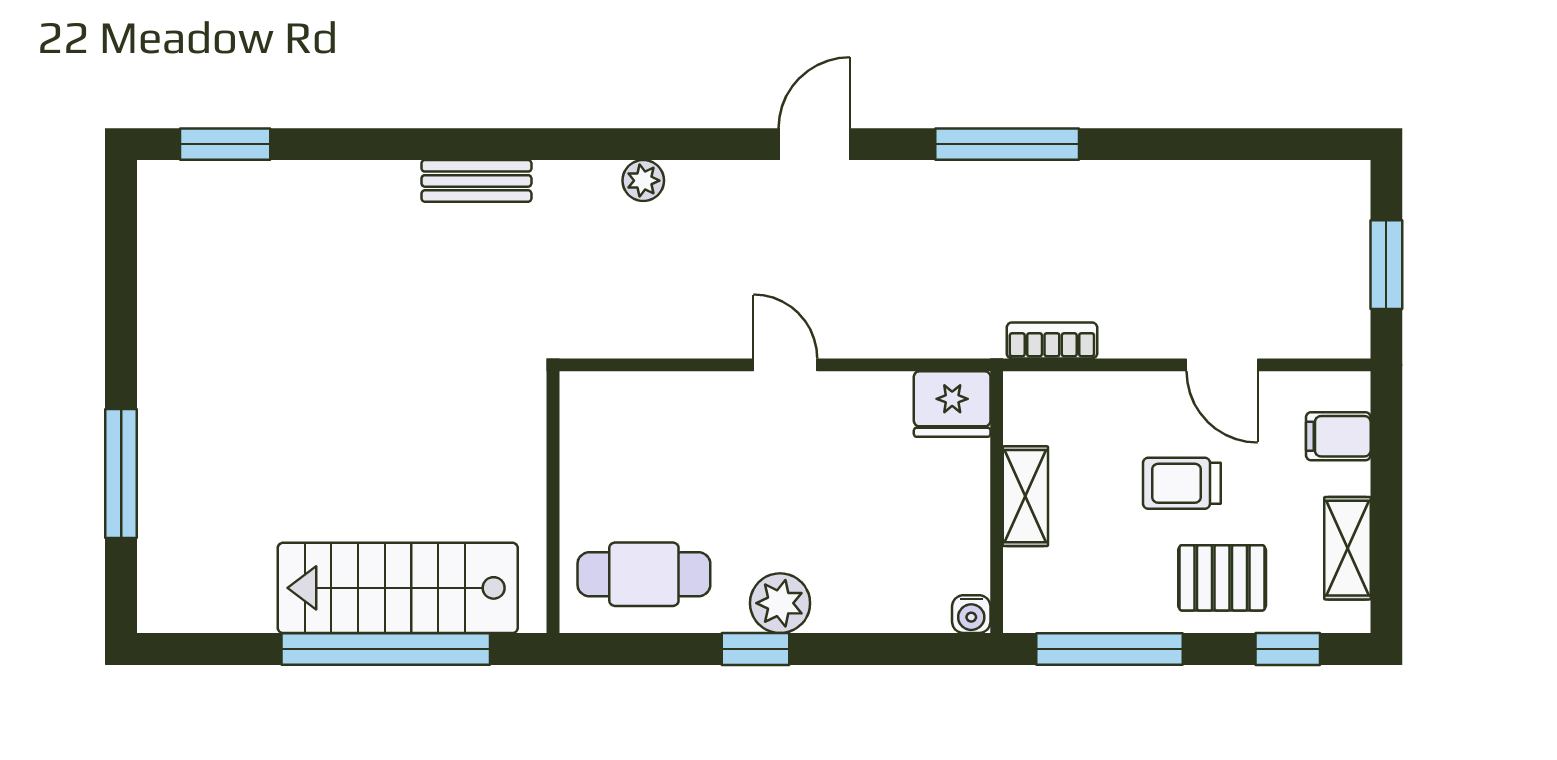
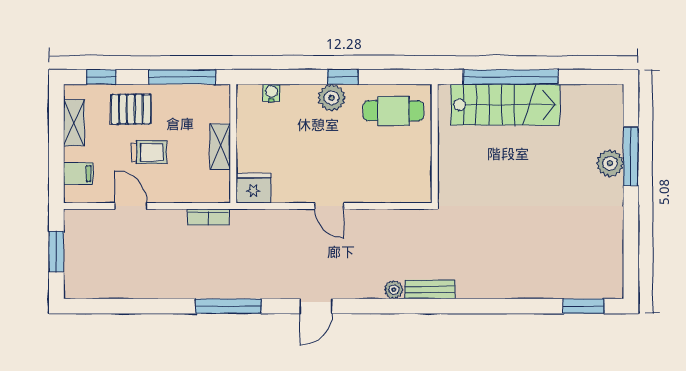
bench: (476, 181) -> (430, 289), moved
plant: (167, 459) -> (610, 163), added
water cooler: (971, 614) -> (271, 93), moved

